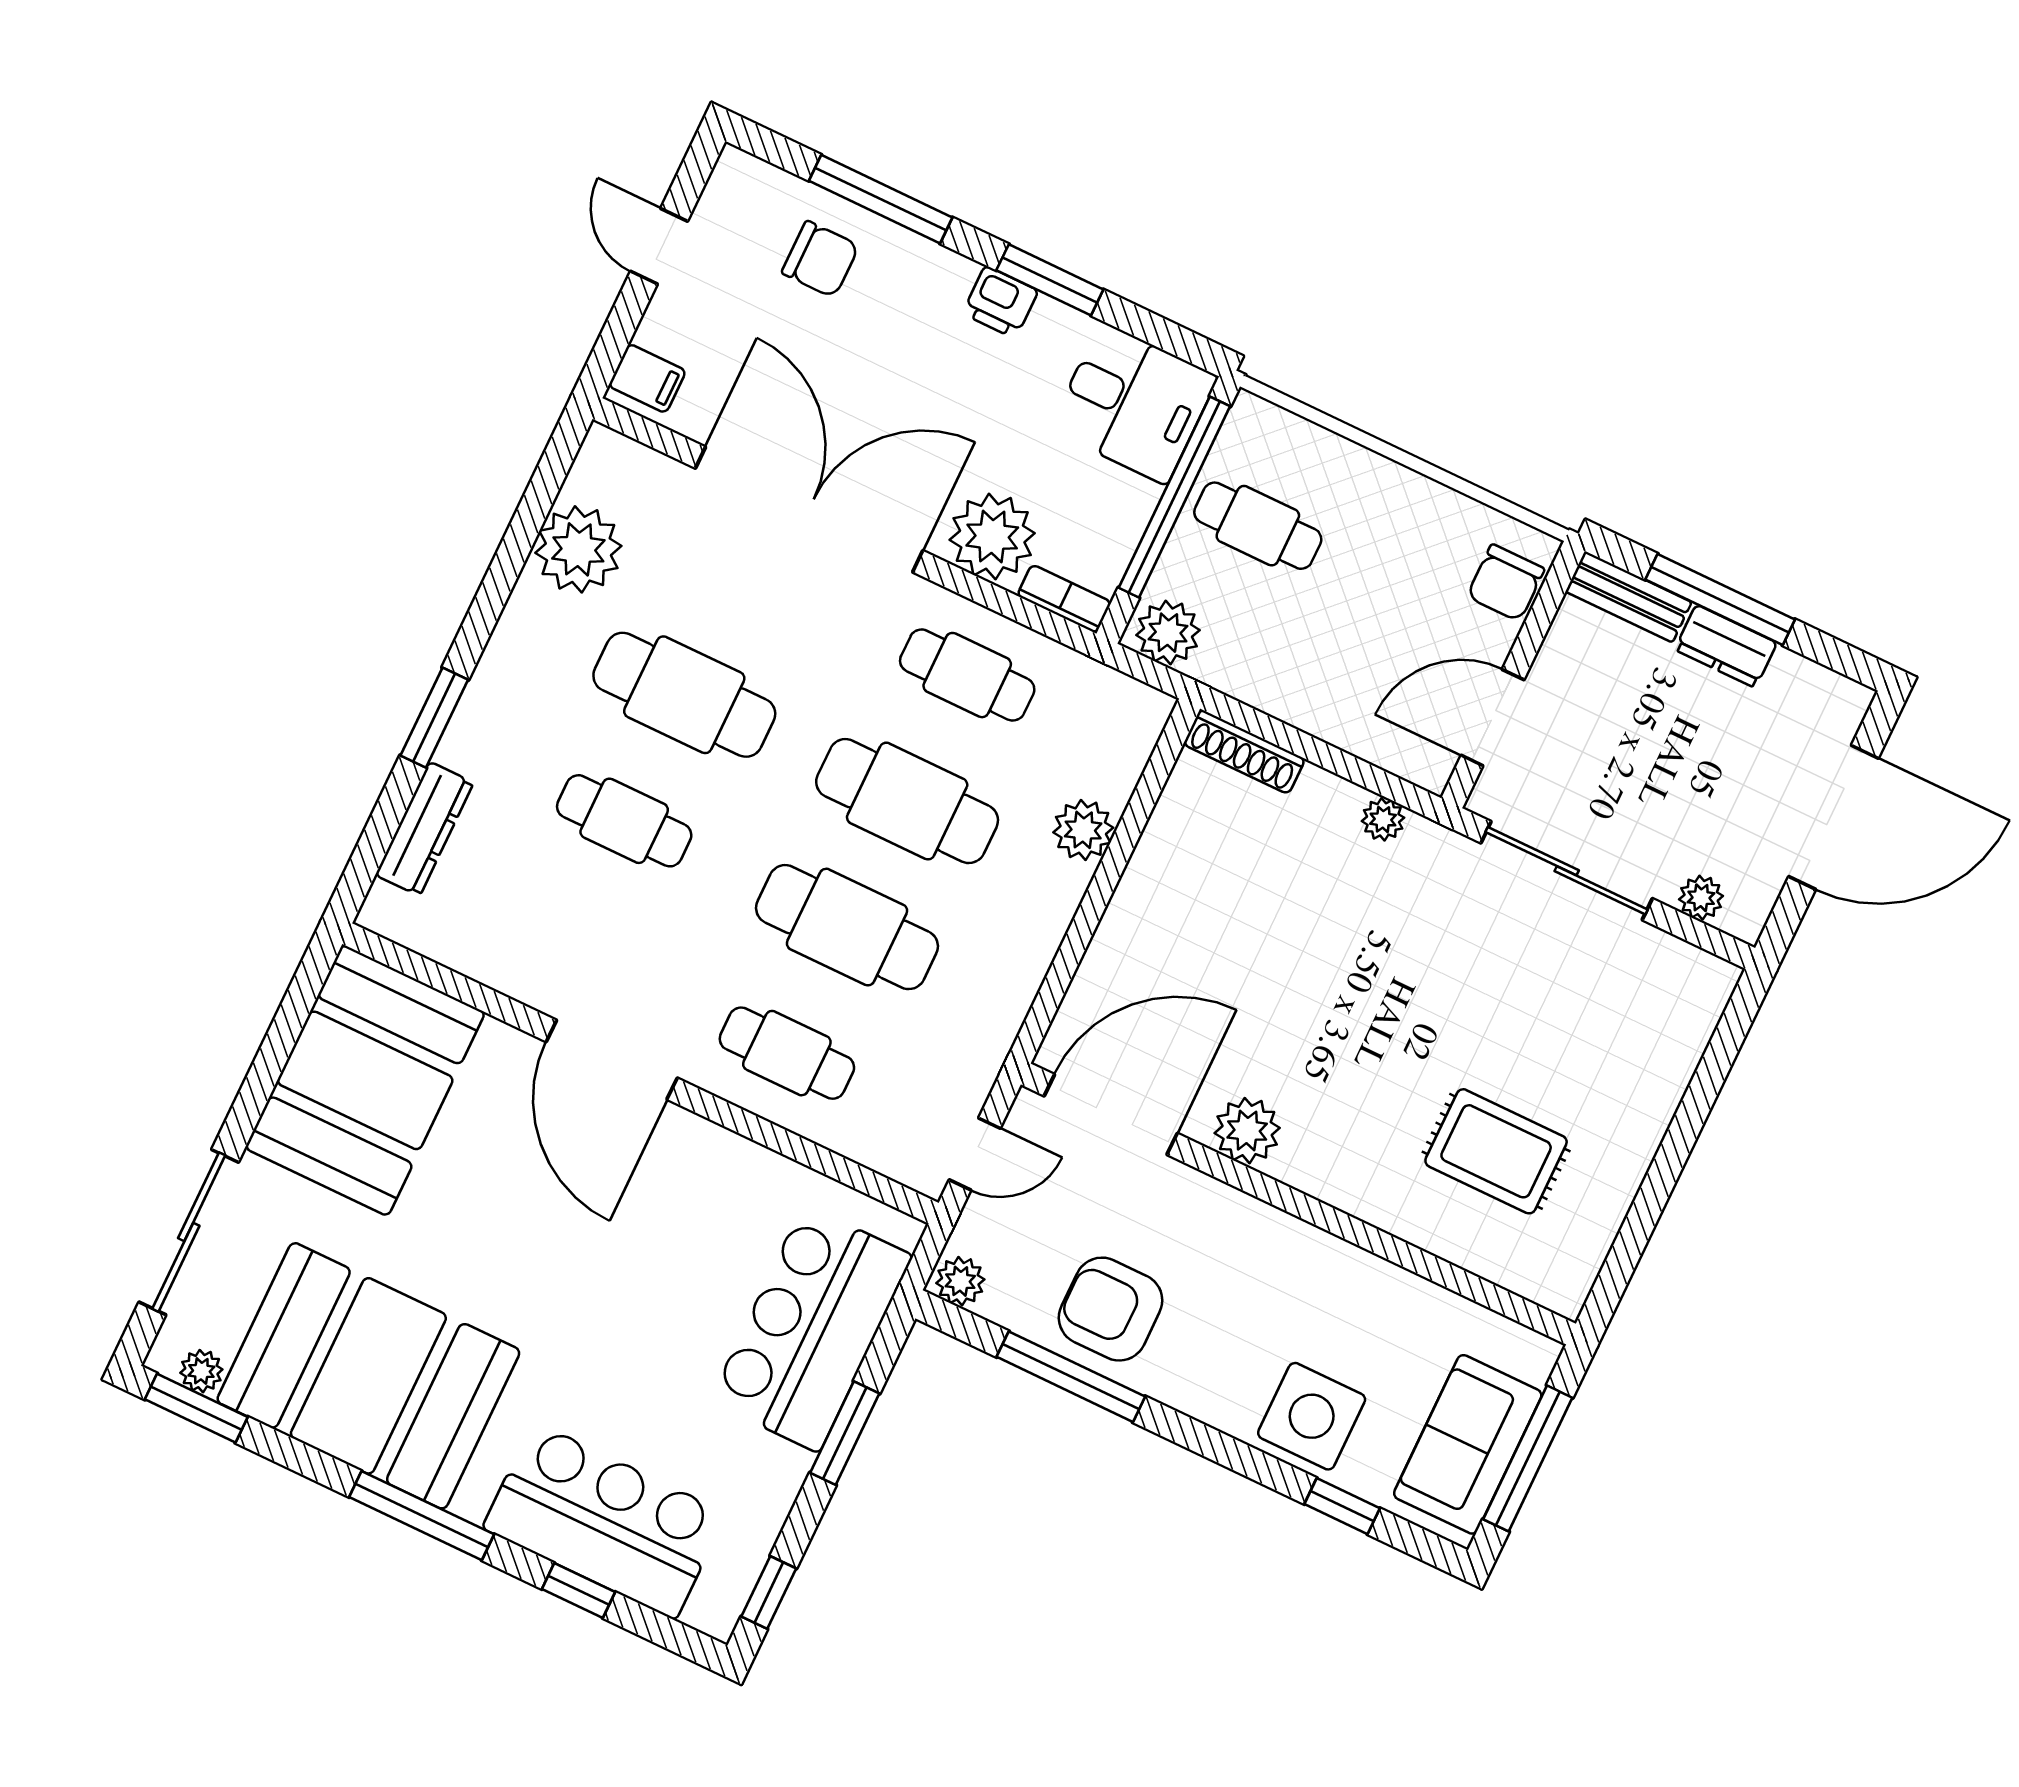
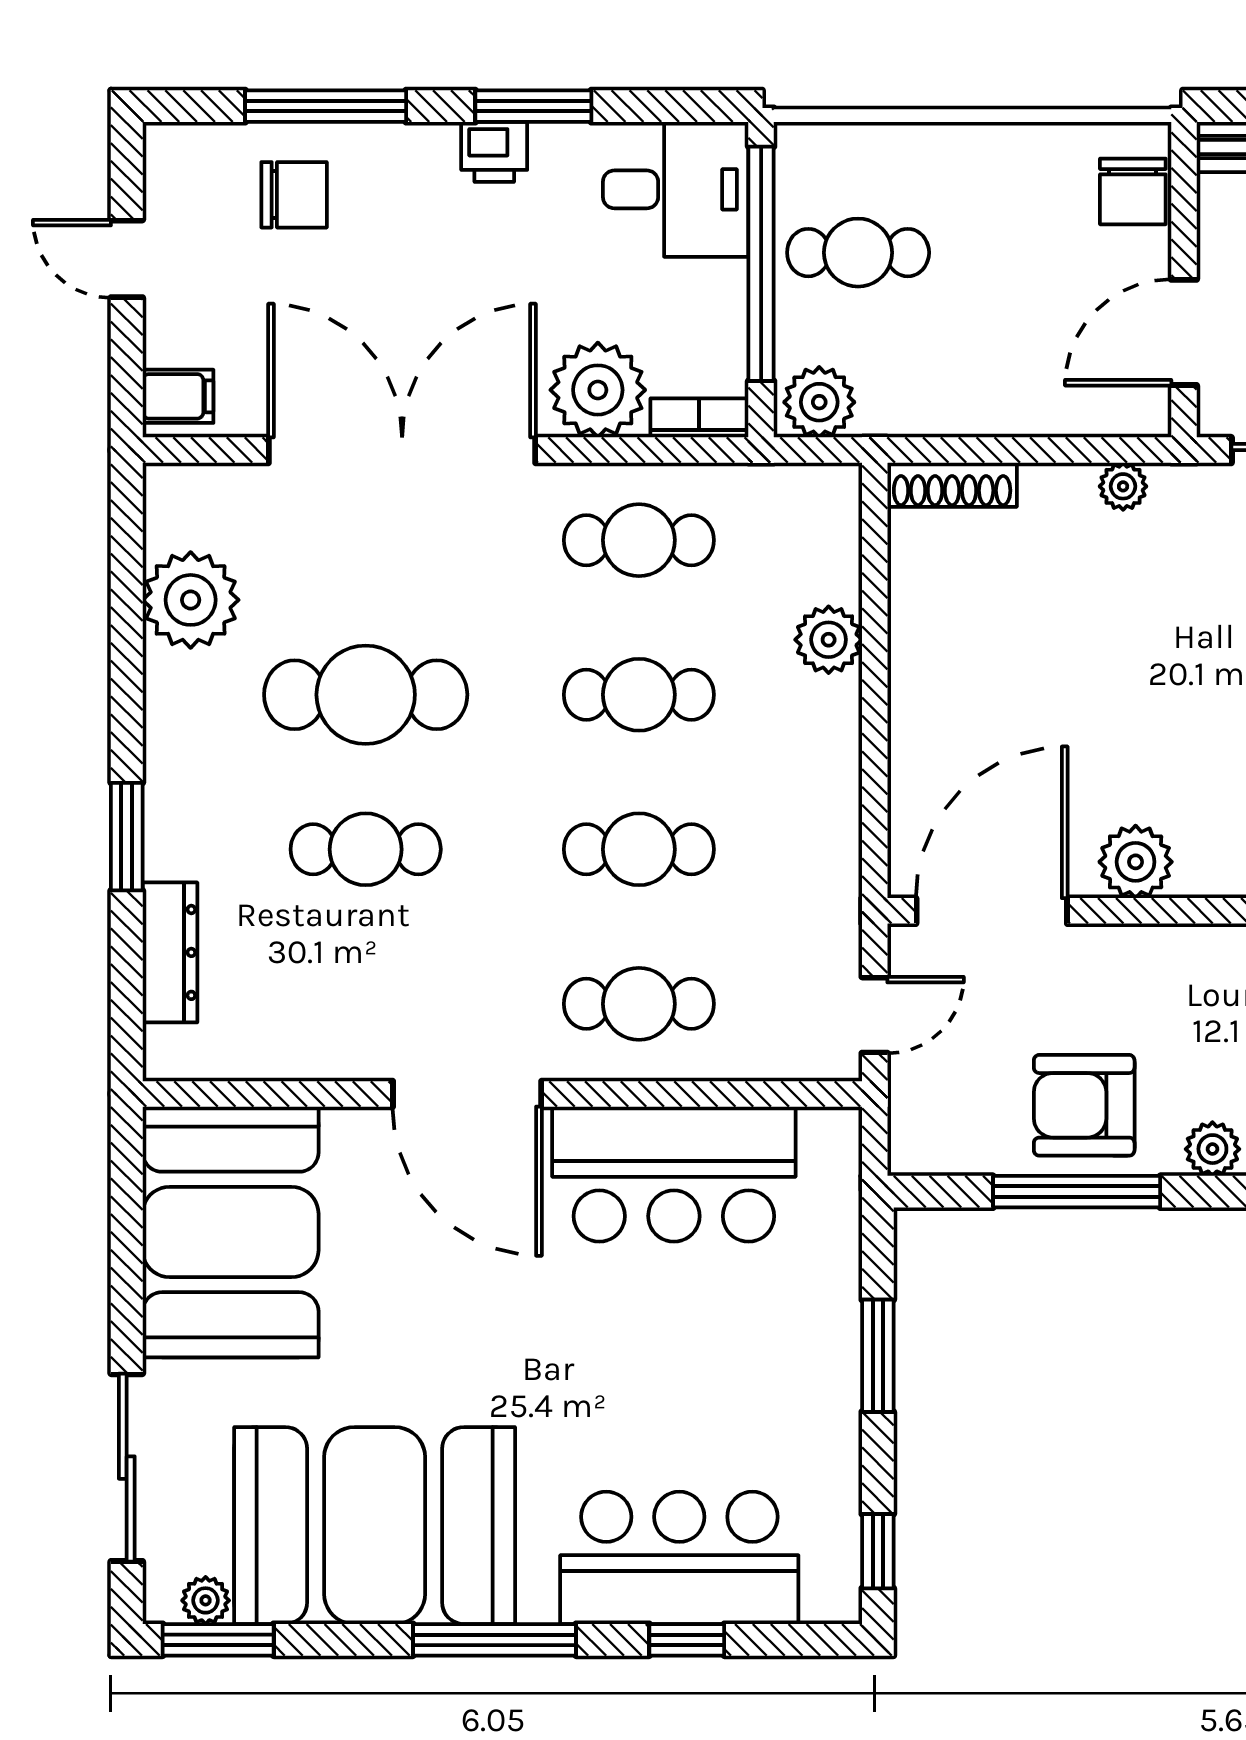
cafe table: (907, 801) -> (639, 695), width x0.73, depth x0.74
cafe table: (847, 927) -> (639, 849), width x0.73, depth x0.74
plant: (960, 1281) -> (1212, 1149), moved
bar counter: (811, 1328) -> (674, 1174), moved, turned -90

